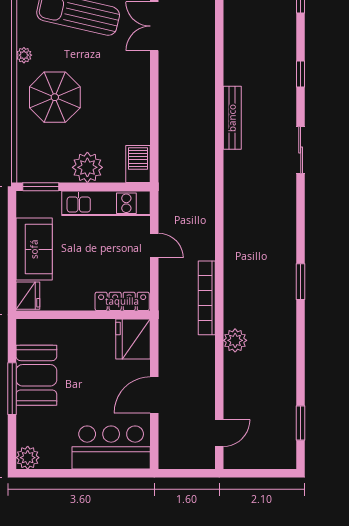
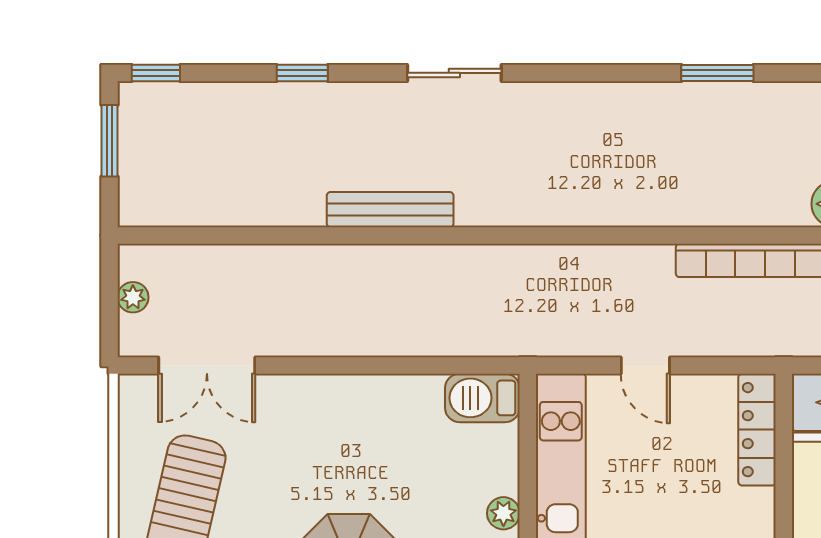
plant: (87, 167) -> (503, 513), width x0.53, depth x0.53
door: (154, 246) -> (645, 365), swing flipped

